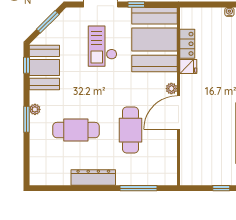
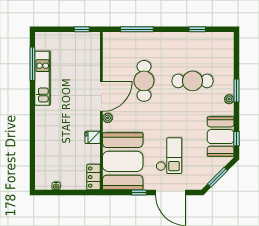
locker: (187, 44) -> (93, 177), moved
dresser: (93, 177) -> (177, 39), removed
window: (71, 188) -> (197, 29), added
window: (221, 188) -> (82, 29), moved

